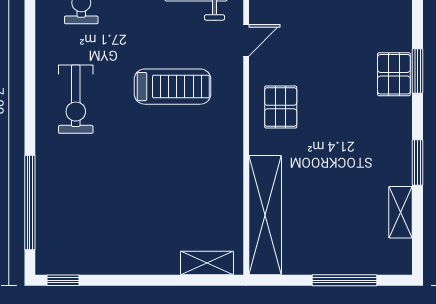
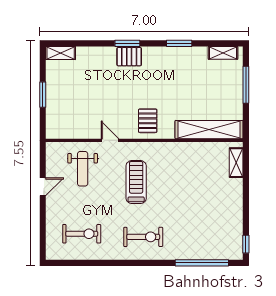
pallet: (281, 107) -> (148, 121), turned 90
shelving: (401, 212) -> (223, 53), moved

